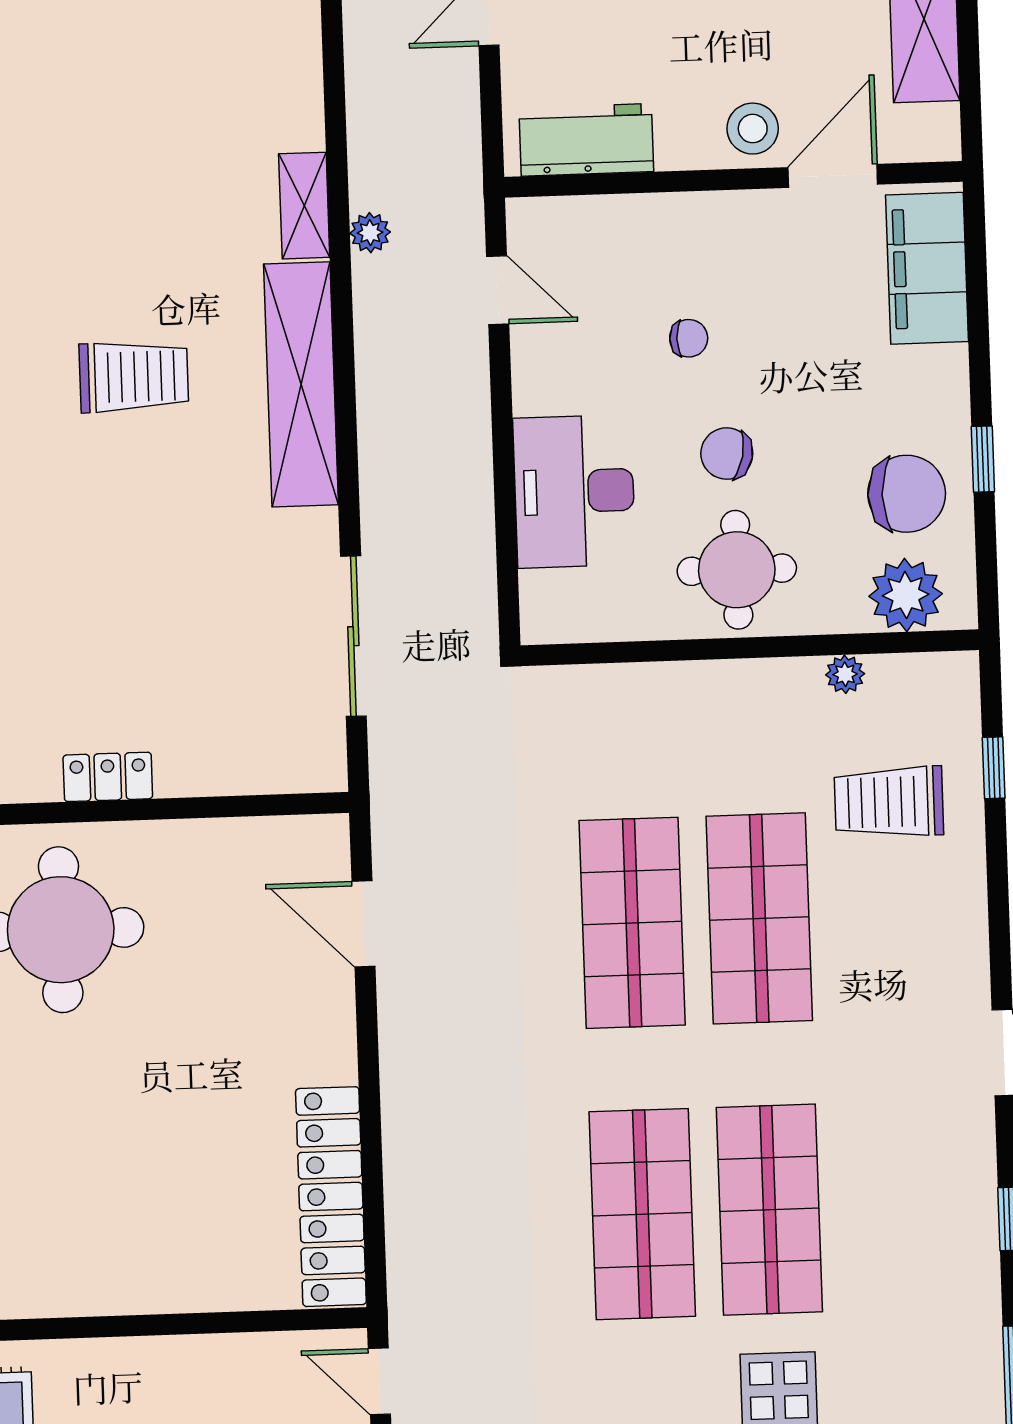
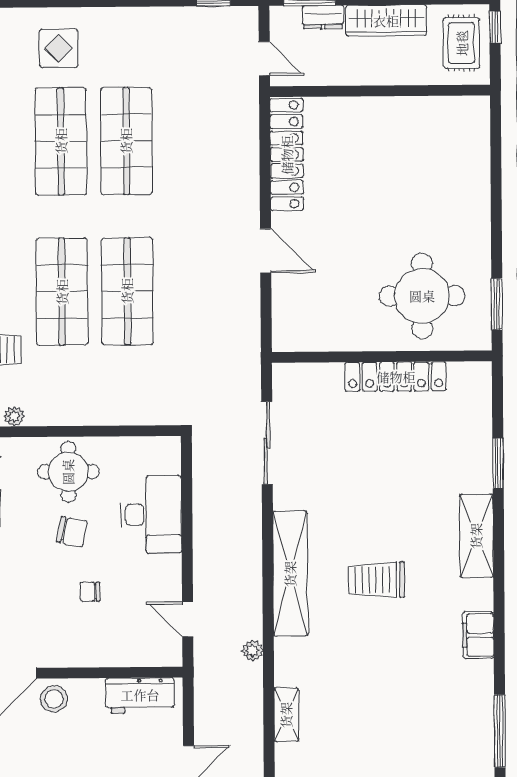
shelving: (304, 206) -> (286, 715), moved
locker: (108, 777) -> (396, 377), width x2.16, depth x1.21
door: (363, 924) -> (266, 251), moved

